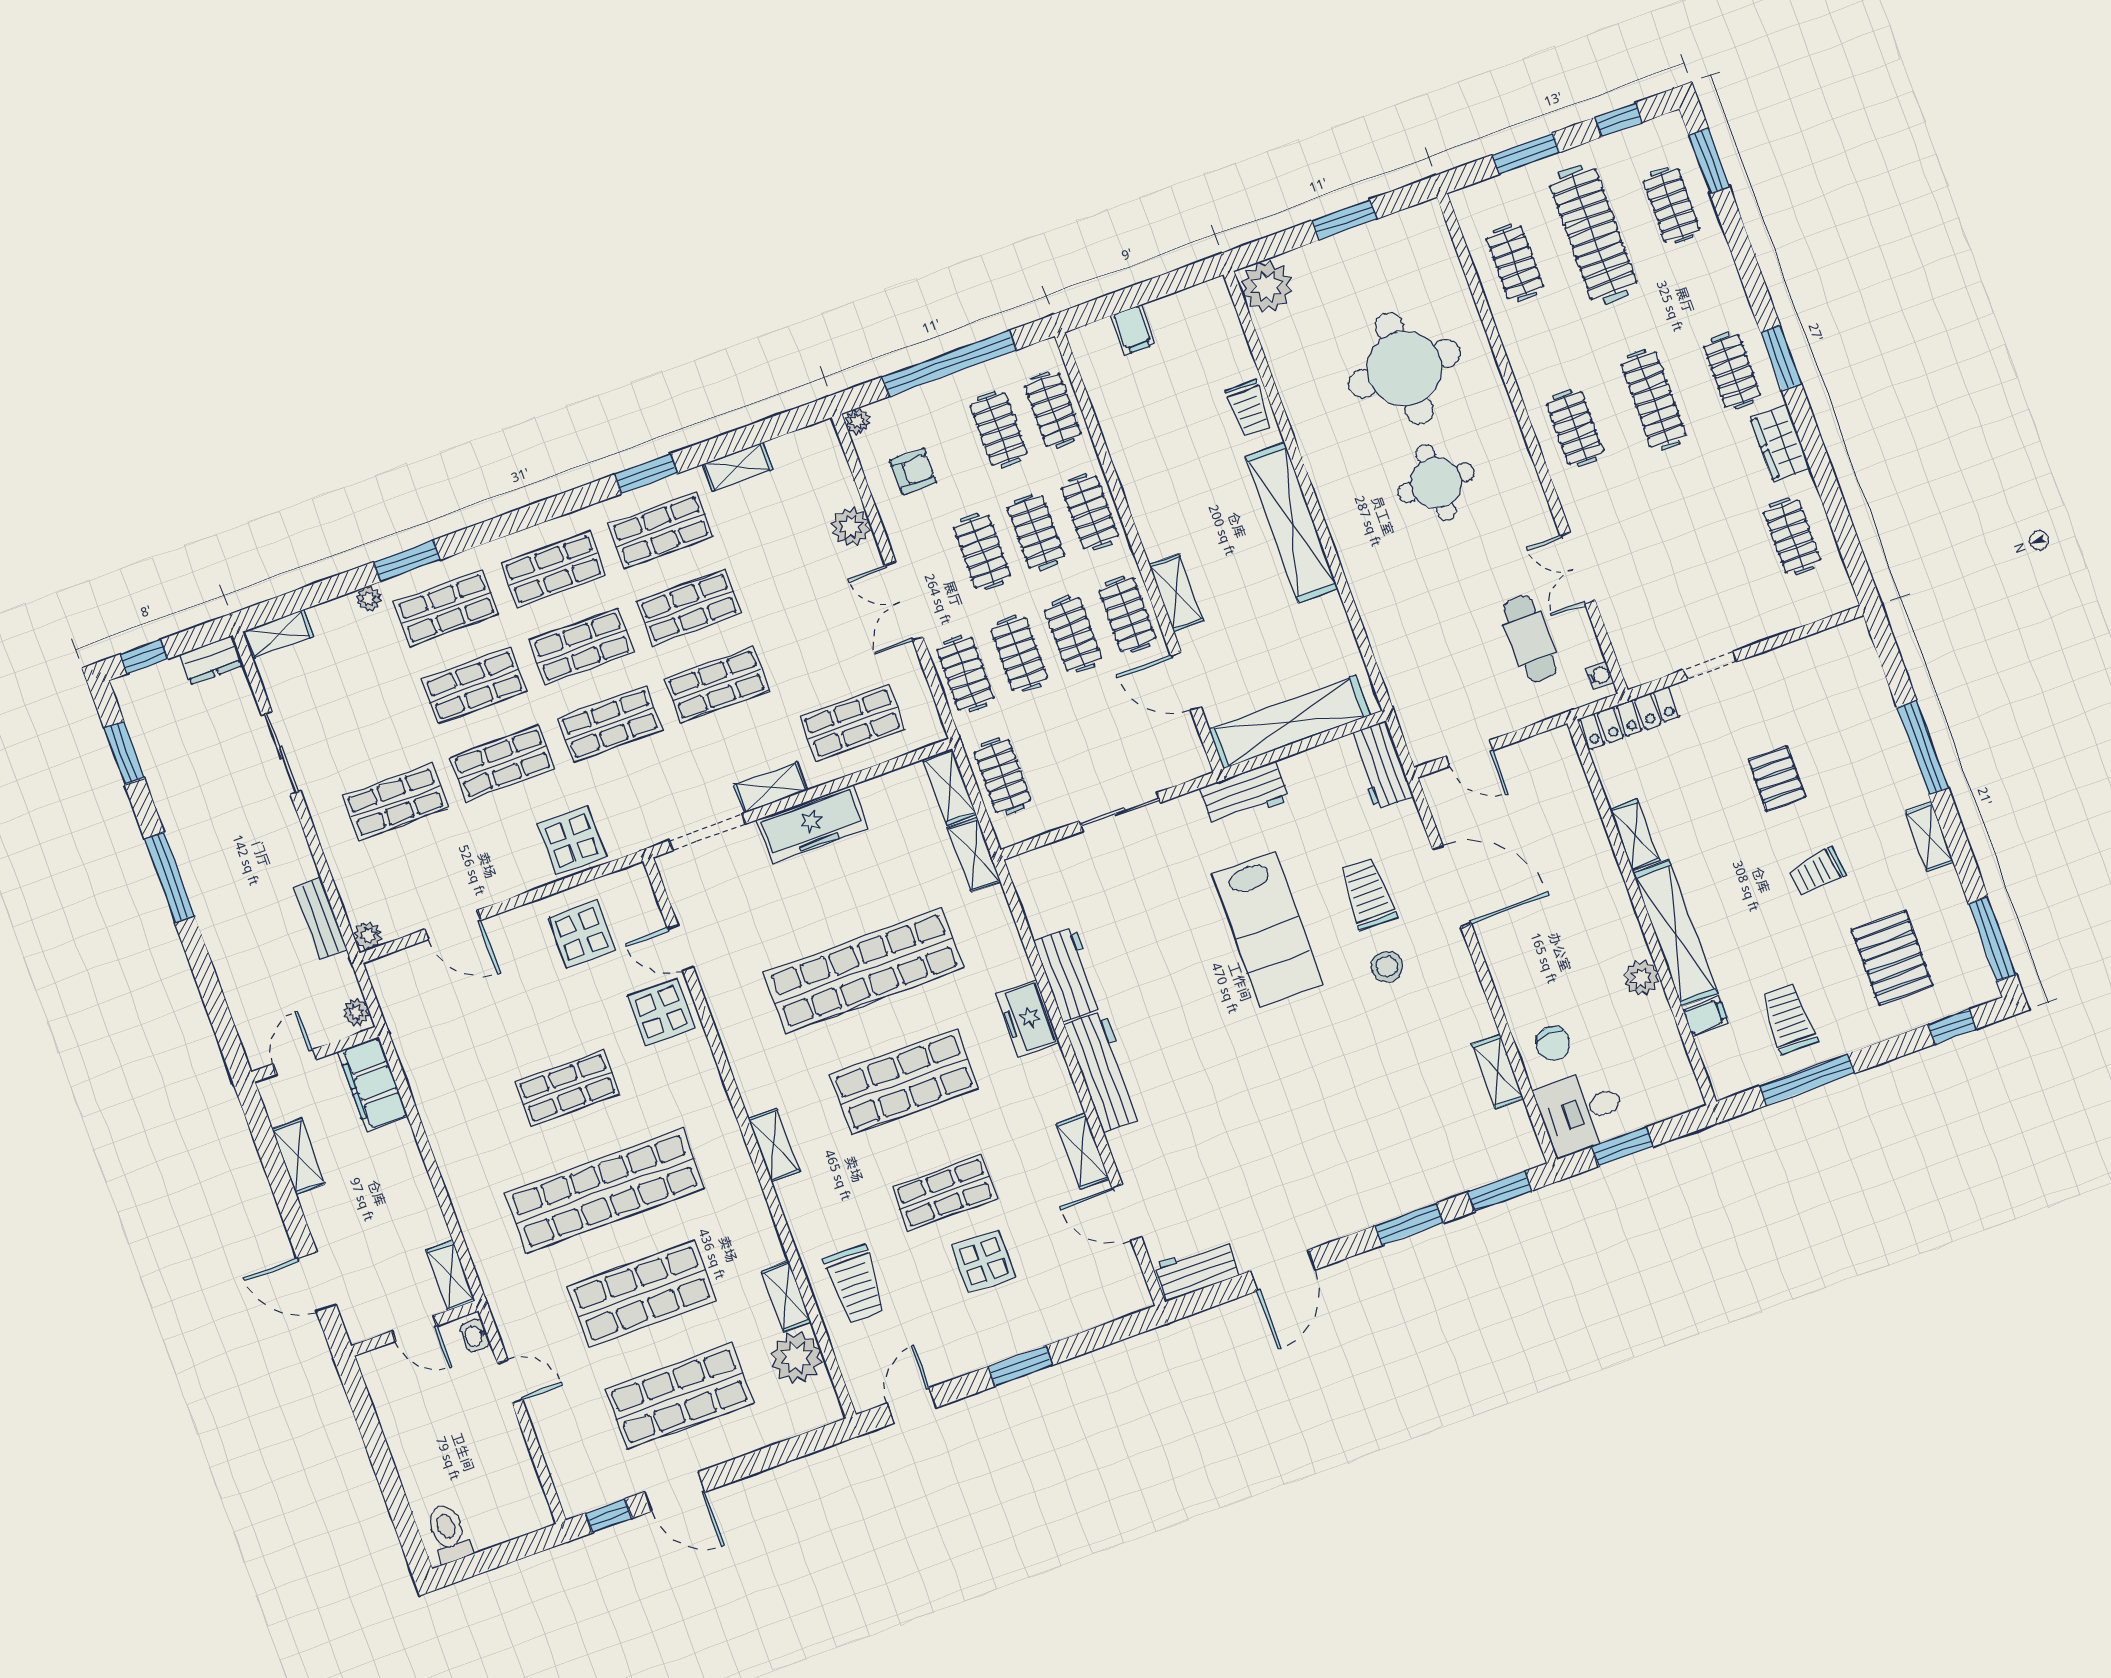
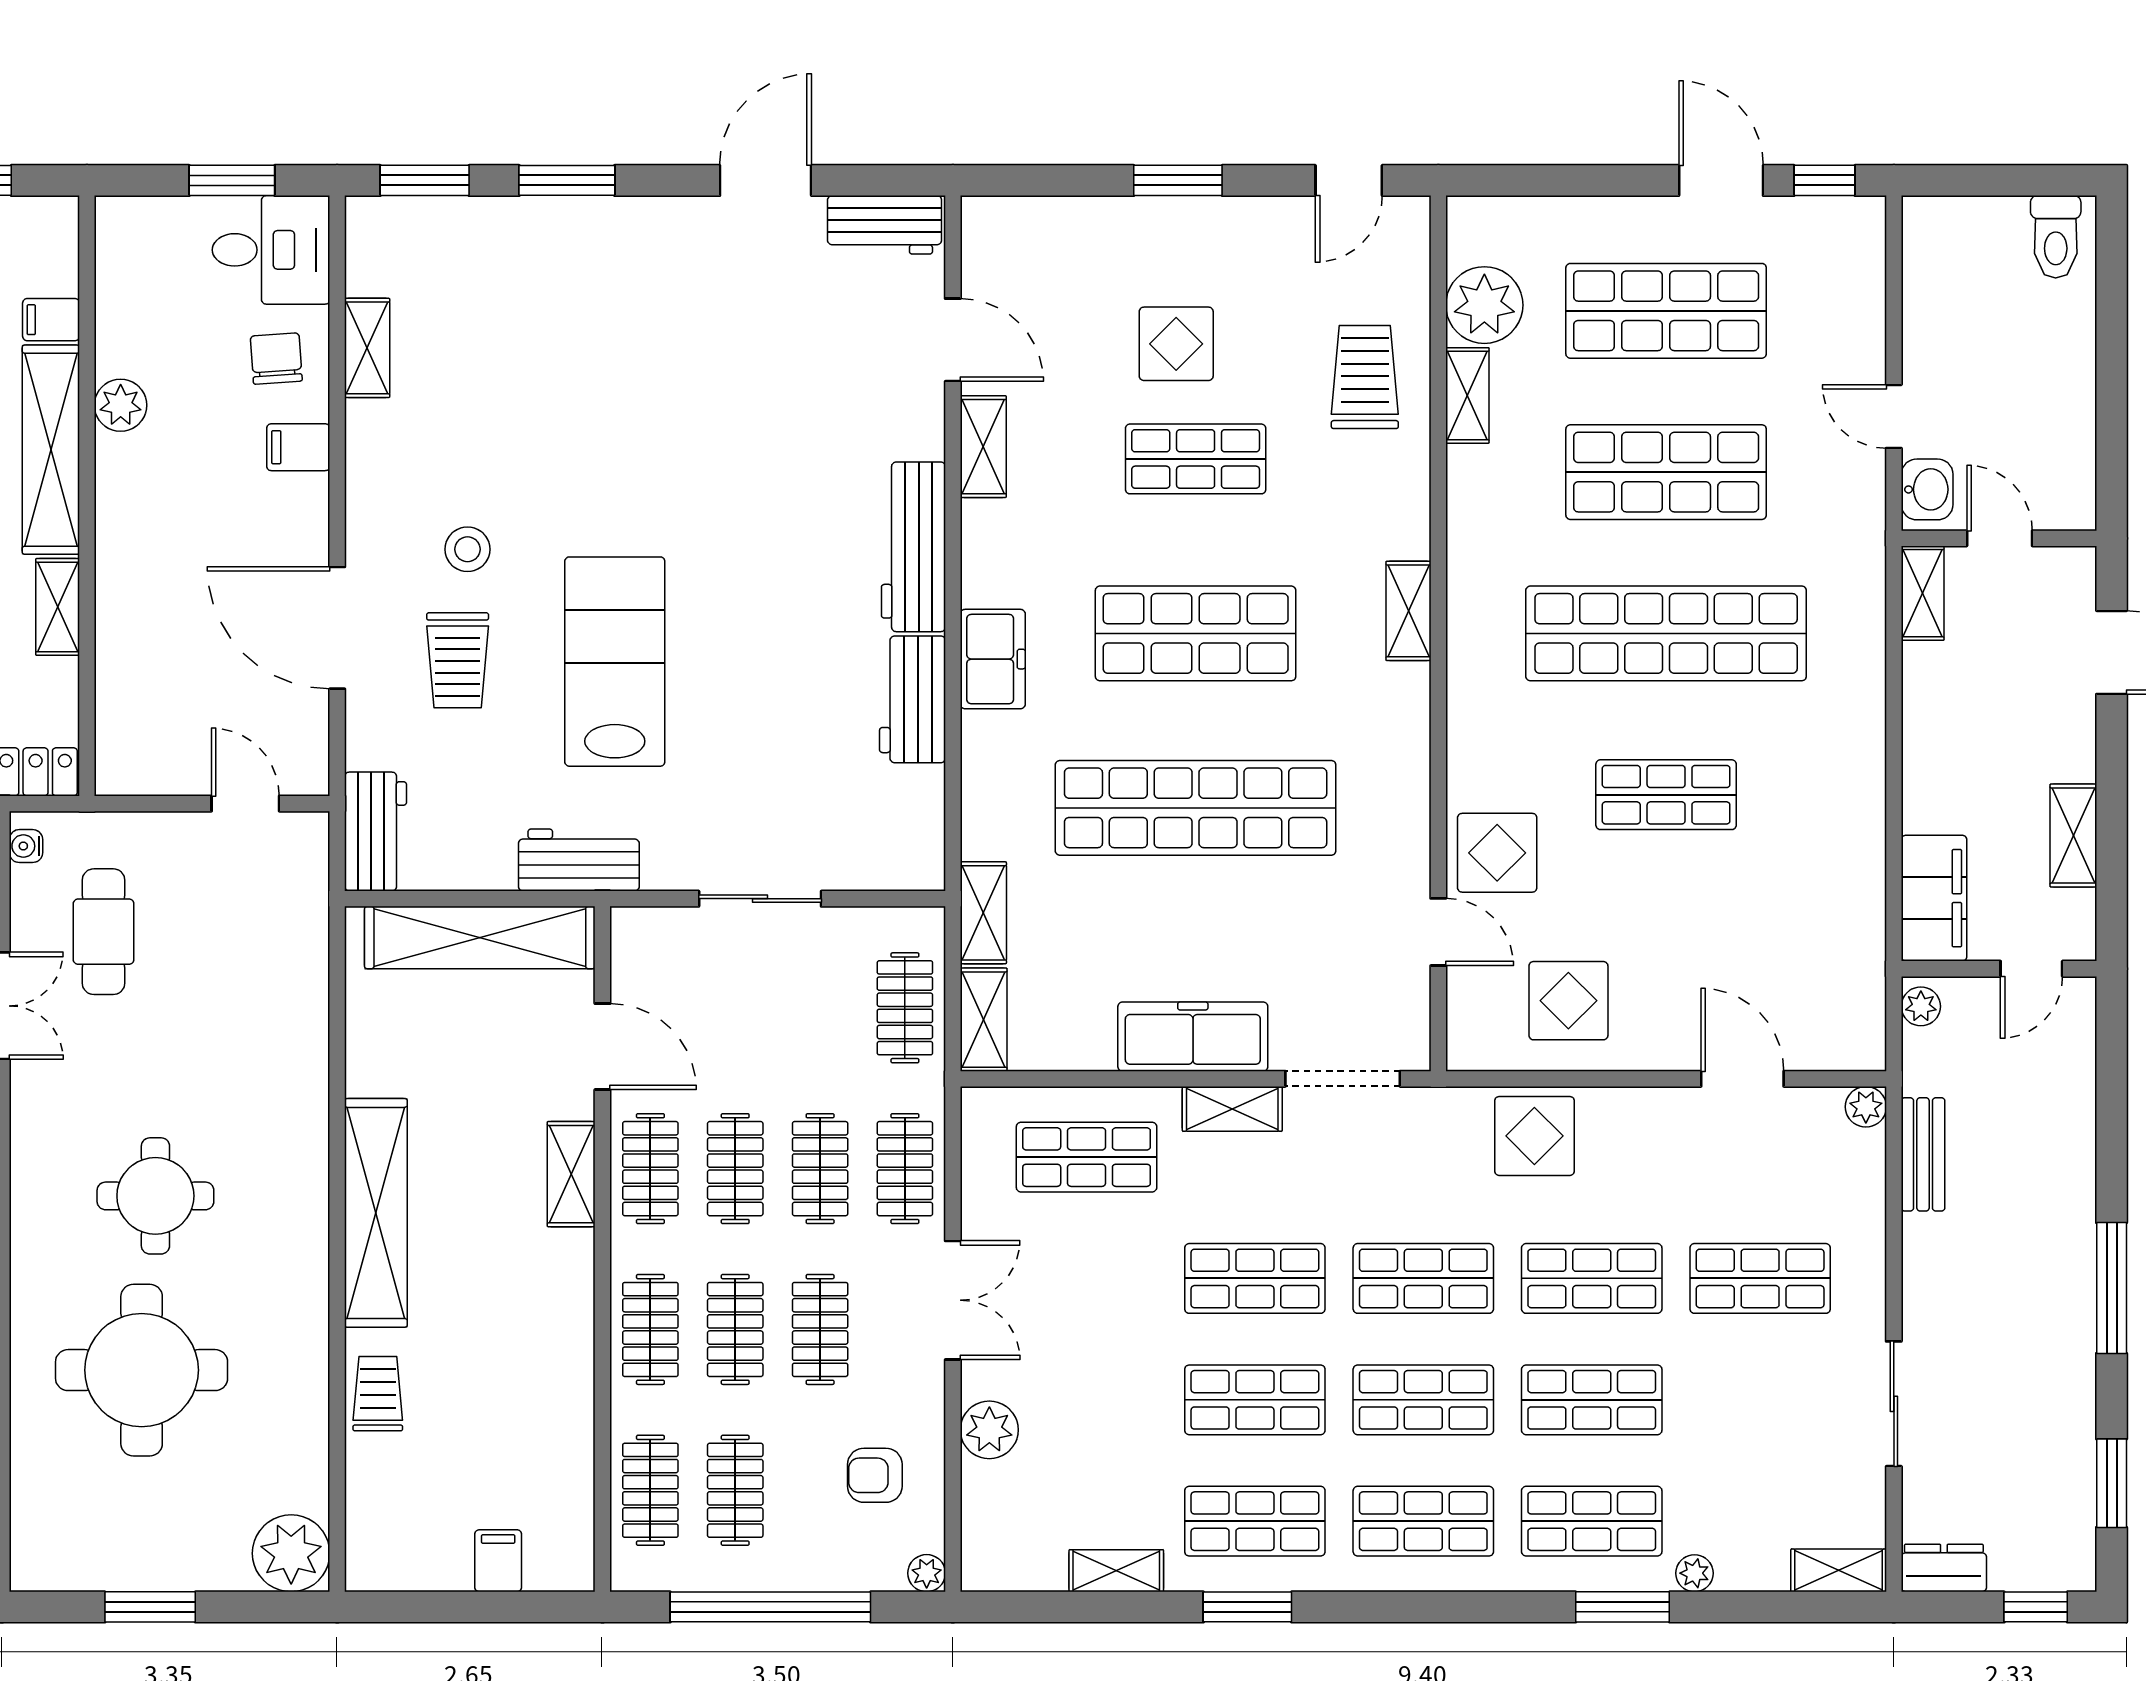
filing cabinet: (1518, 992) -> (298, 447), added
washbasin: (475, 1336) -> (1927, 489), width x1.38, depth x1.45

